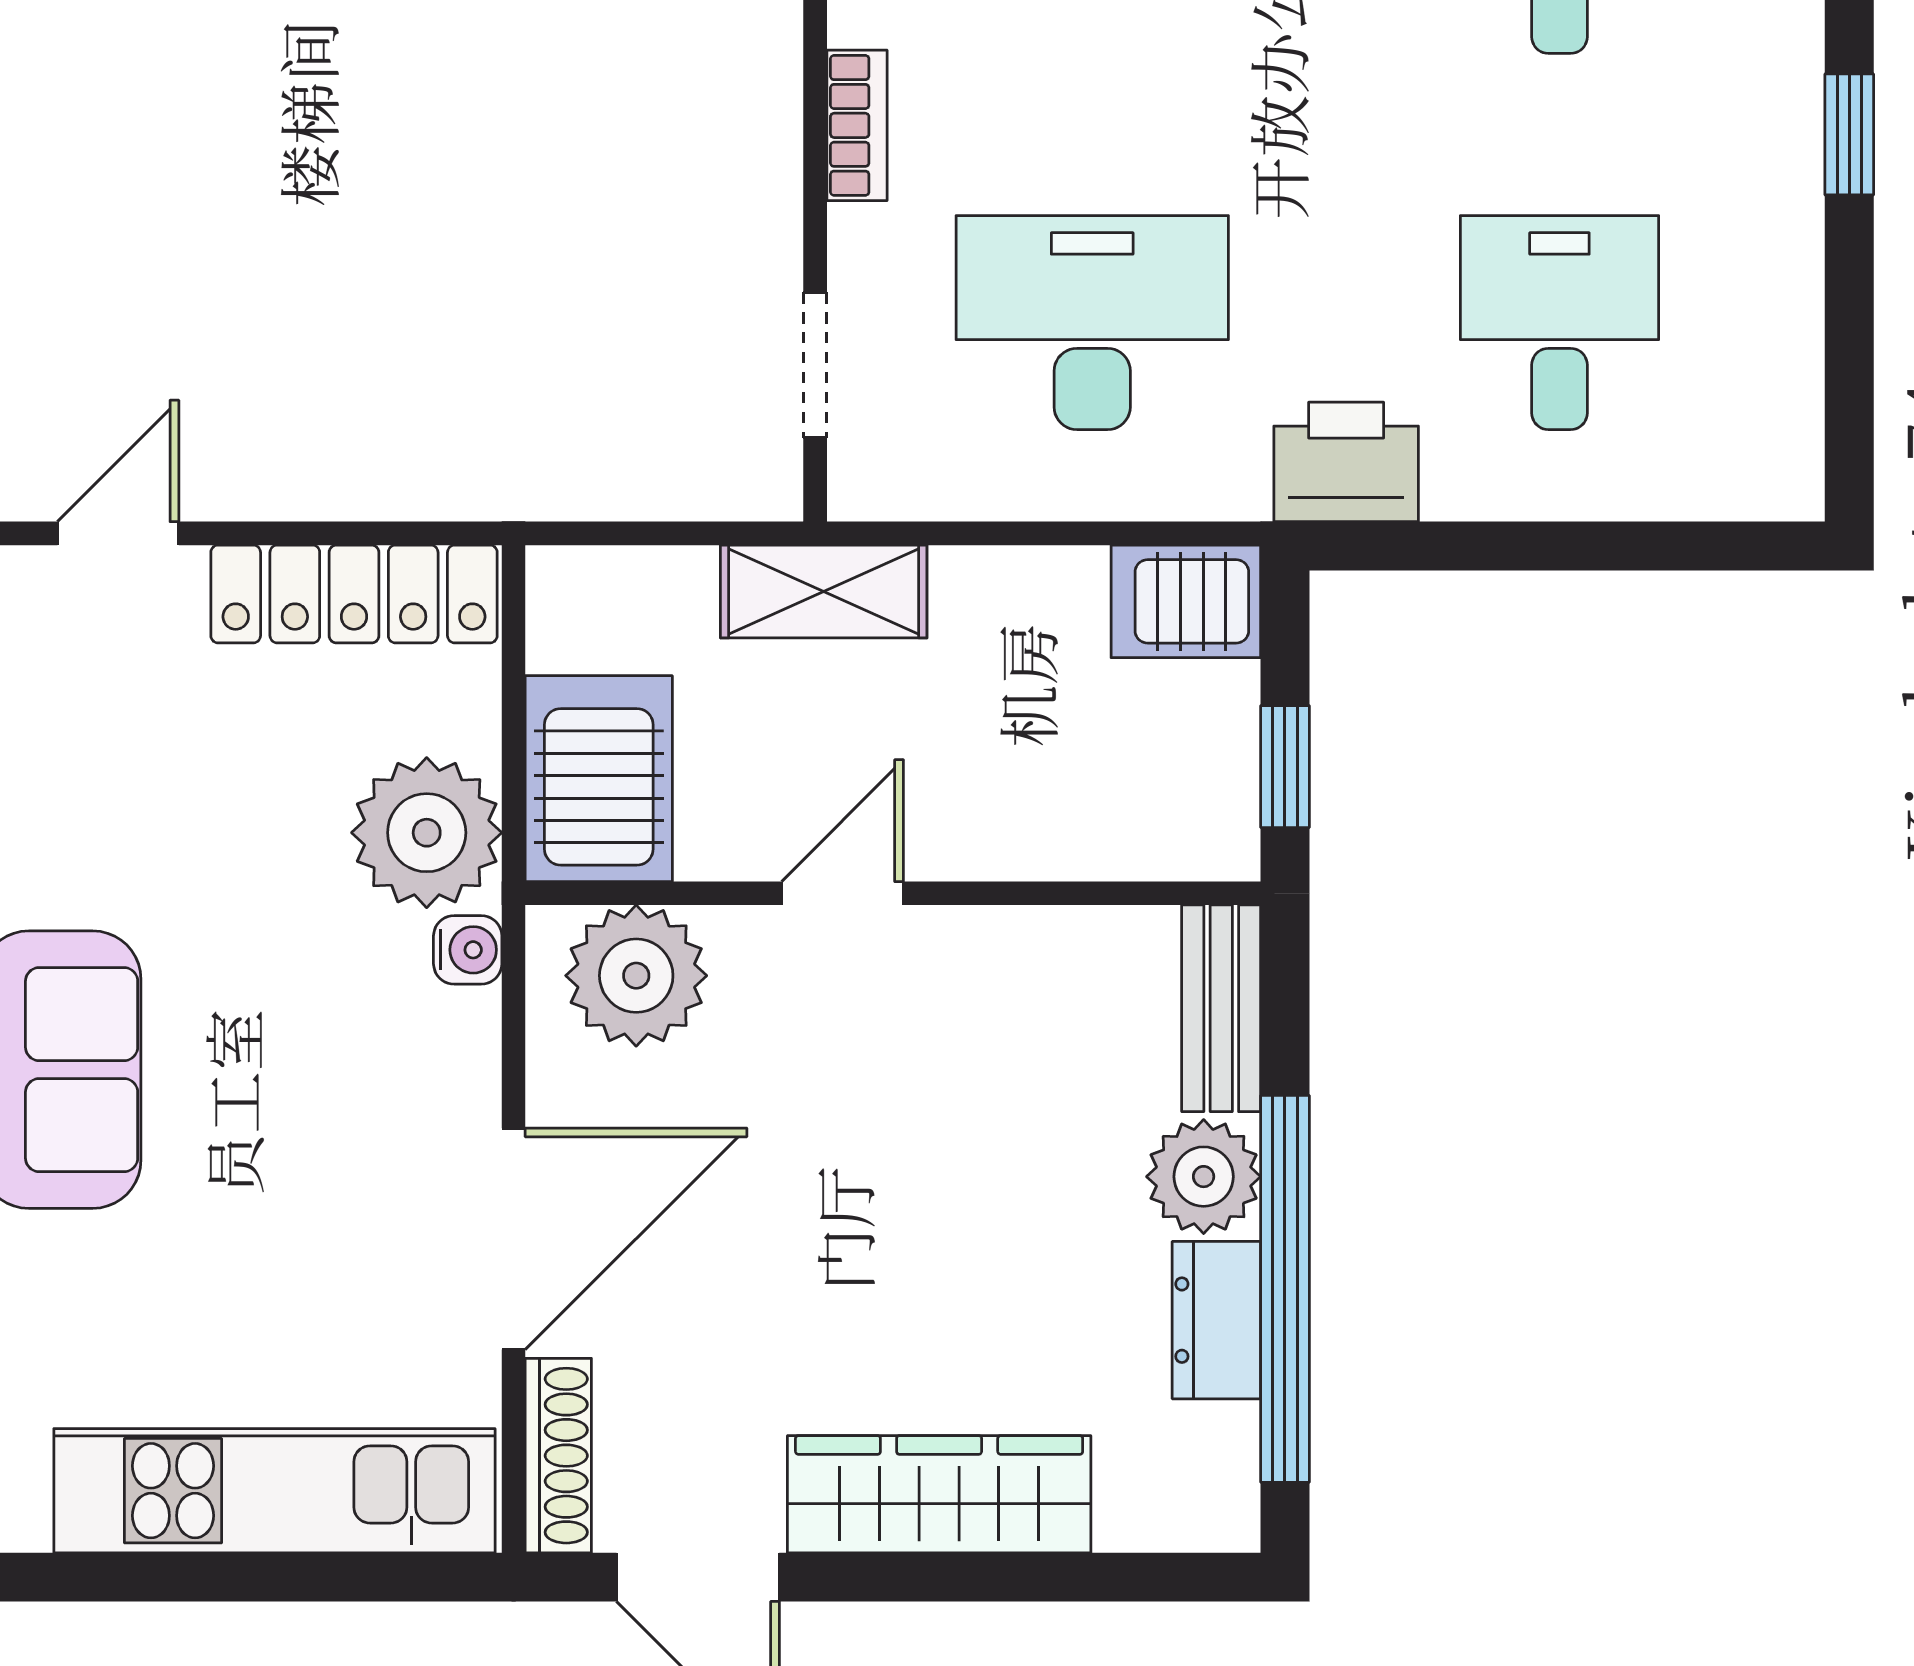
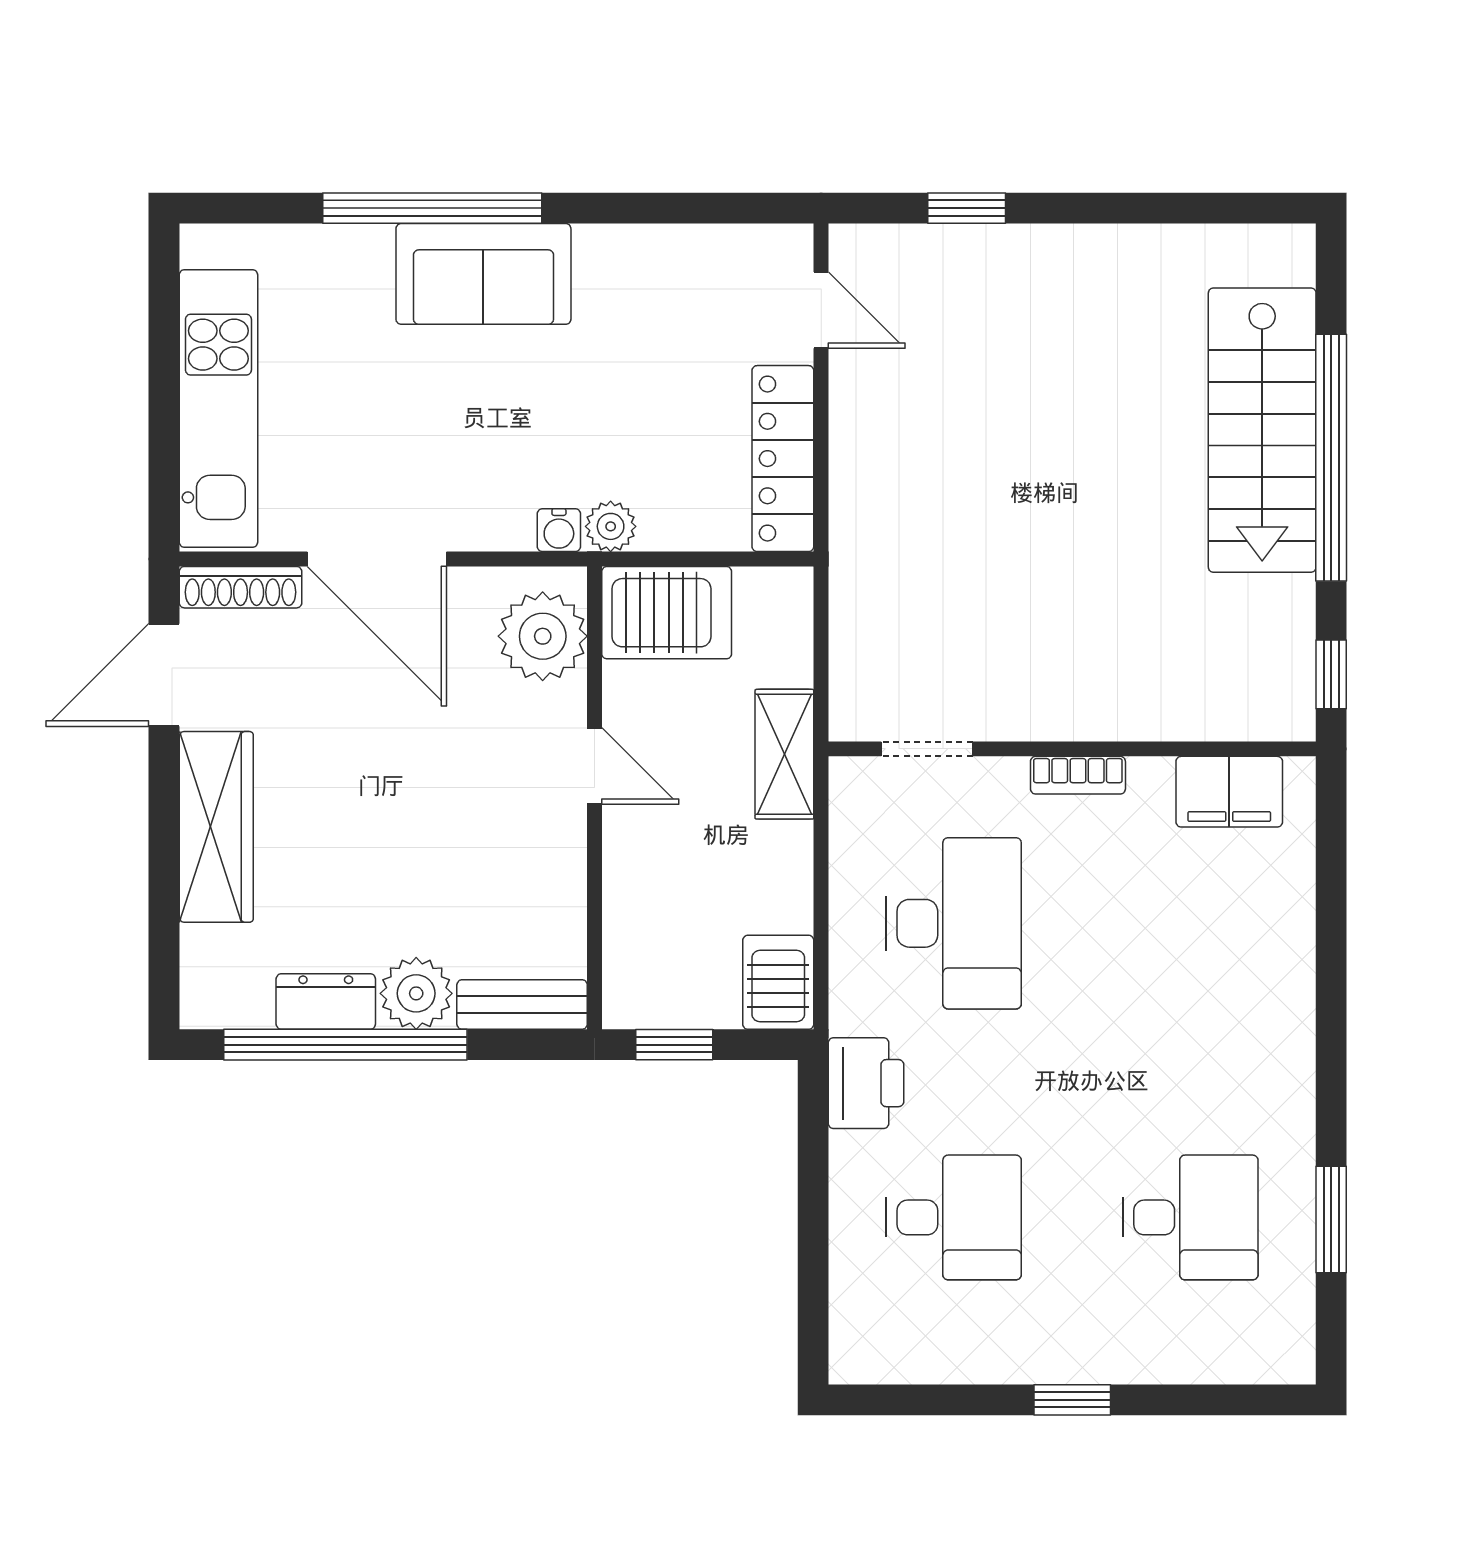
plant: (427, 833) -> (611, 526), width x0.53, depth x0.53

